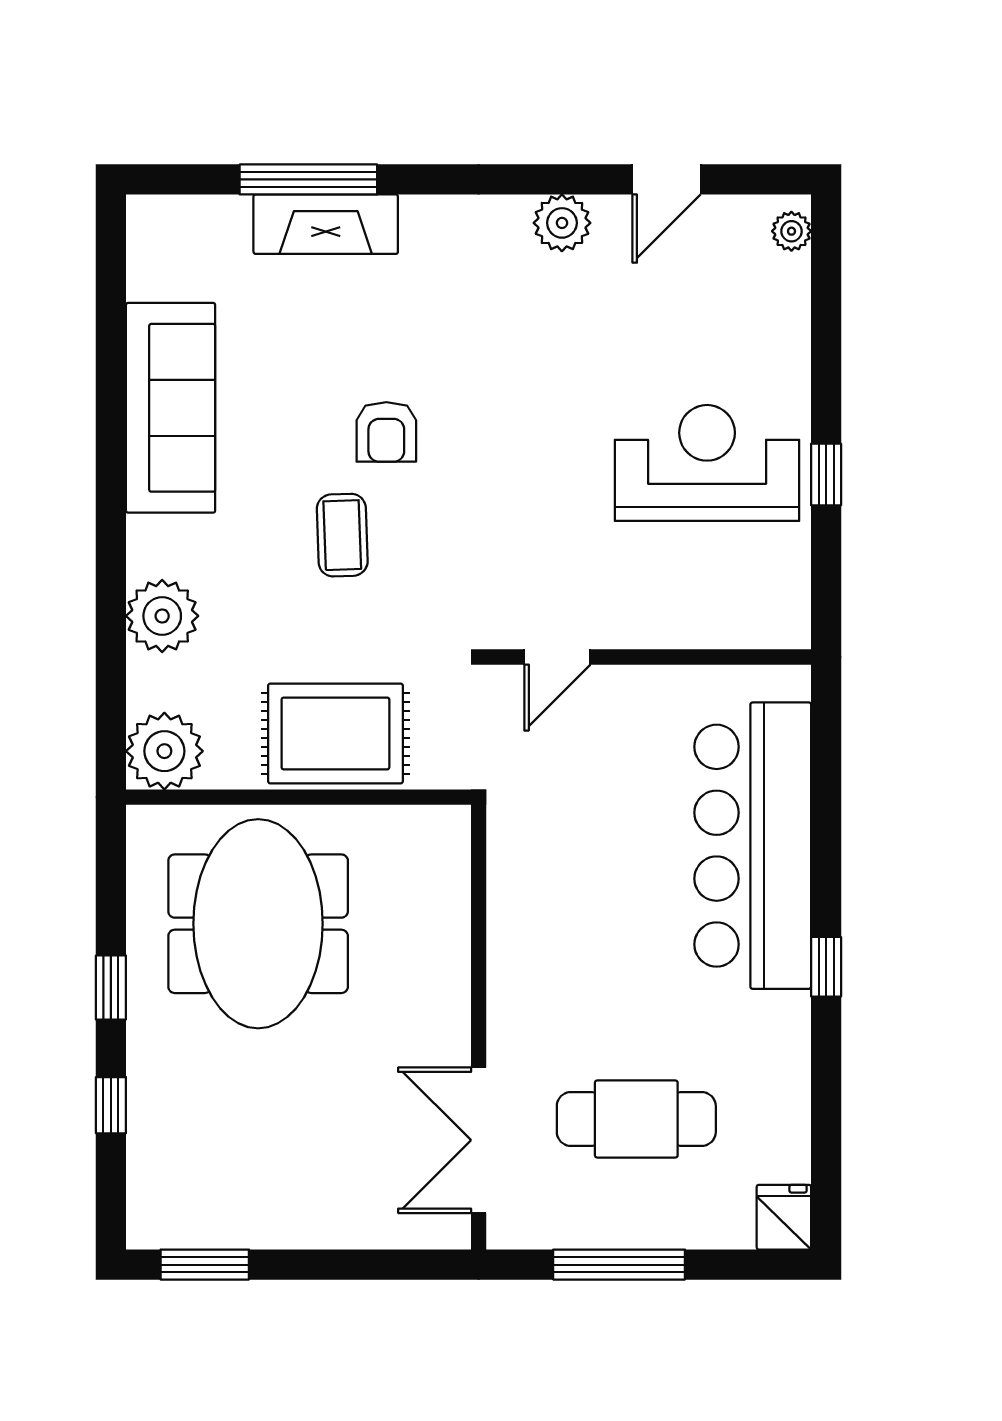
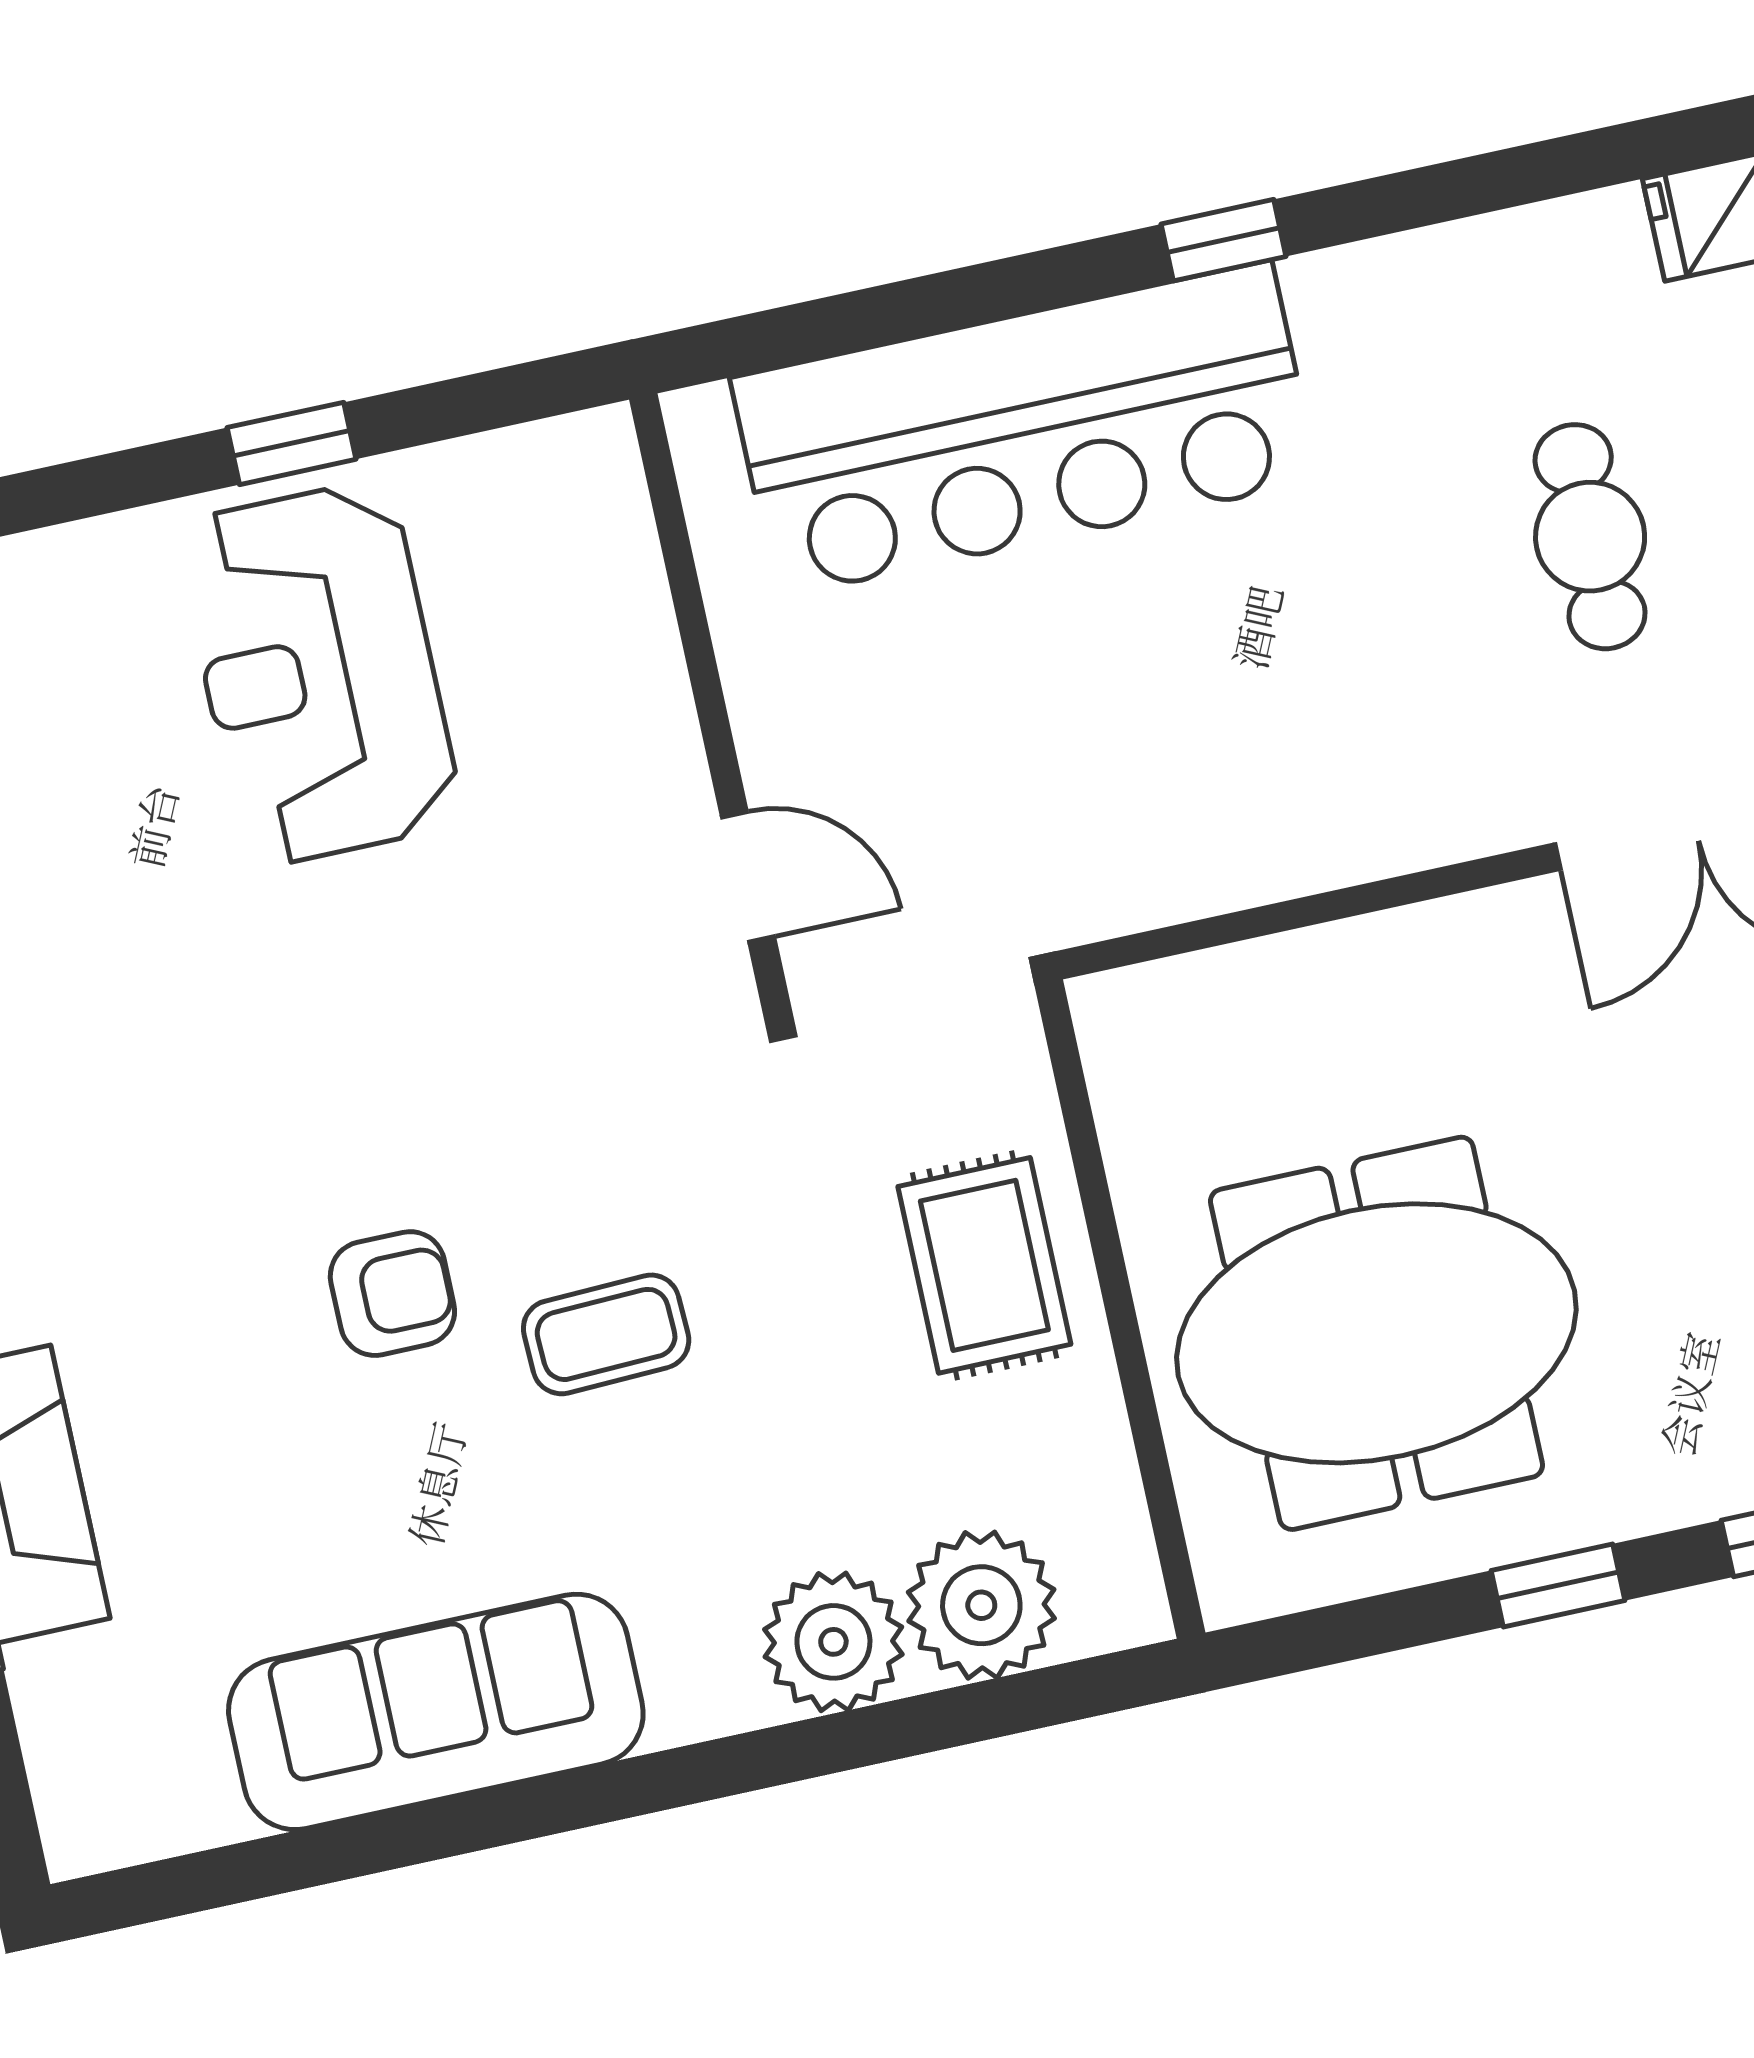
rug: (335, 733) -> (984, 1265), width x0.73, depth x0.70
plant: (164, 751) -> (981, 1605), moved
cafe table: (636, 1119) -> (1590, 537), width x0.73, depth x0.74

